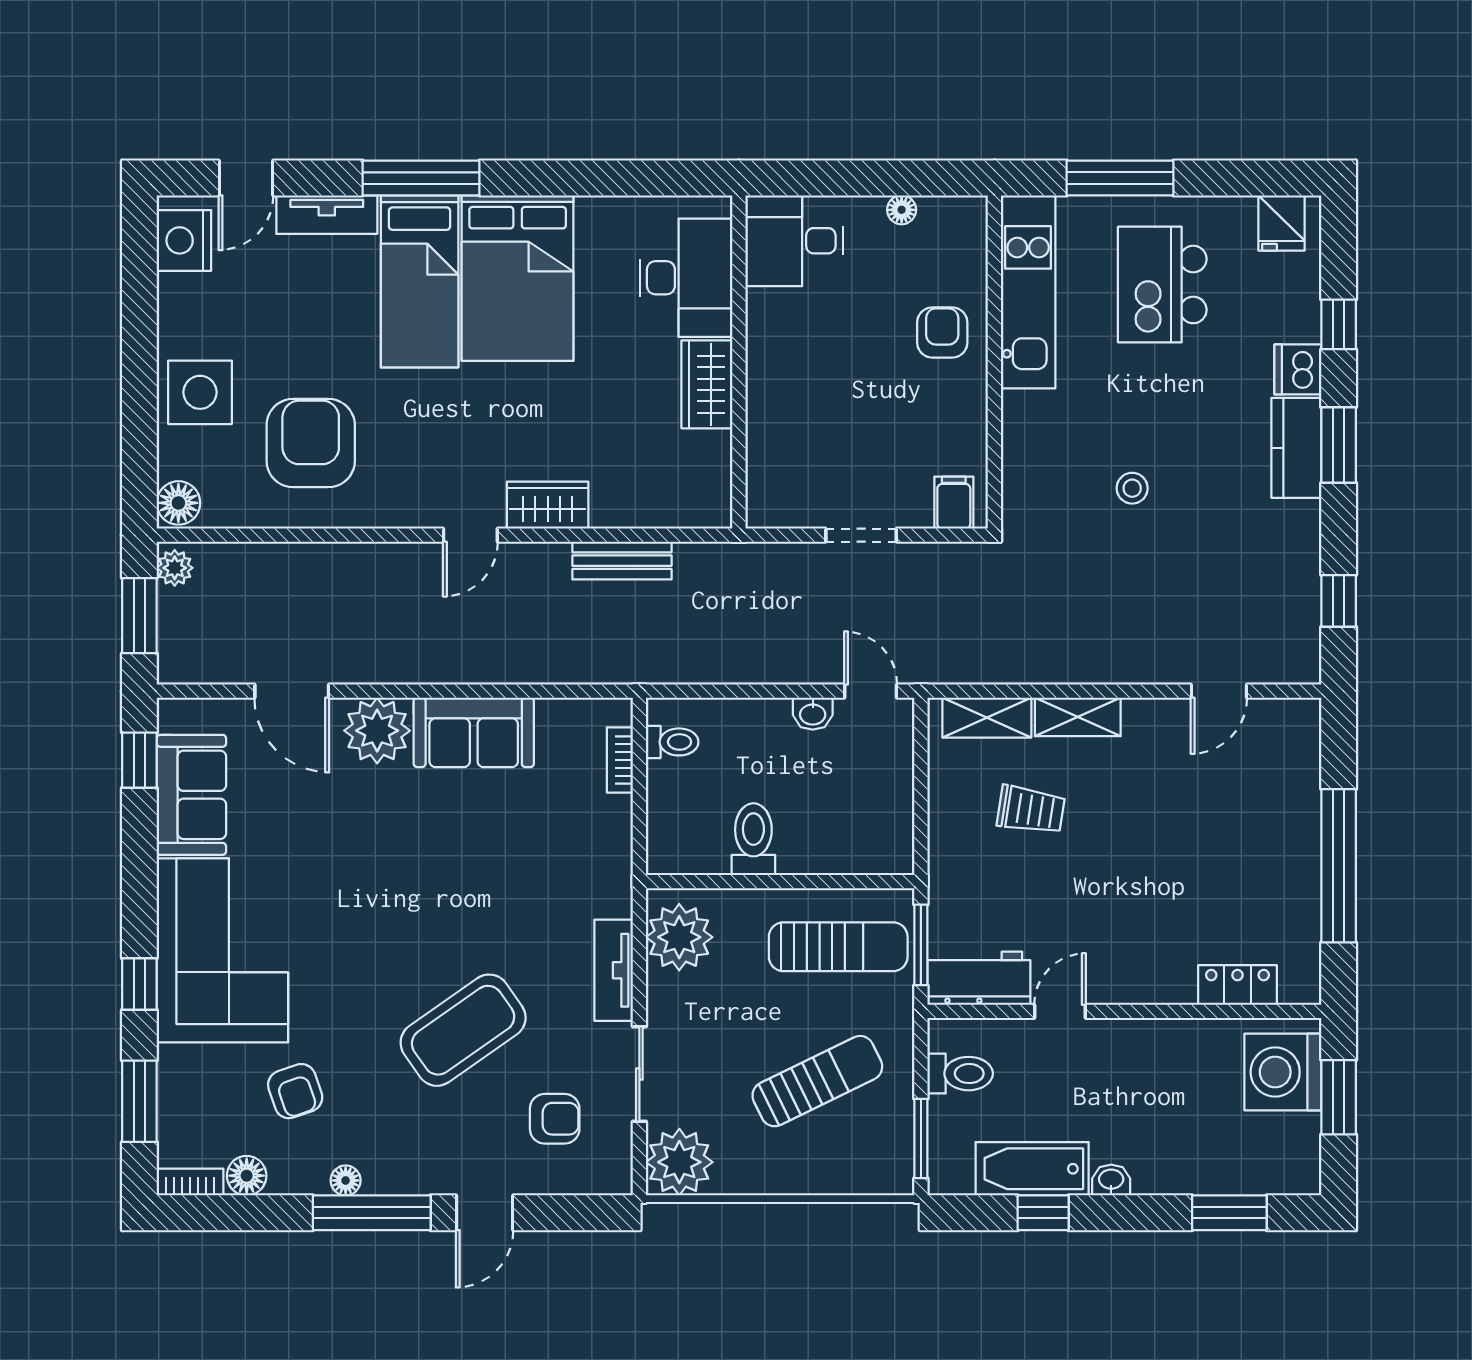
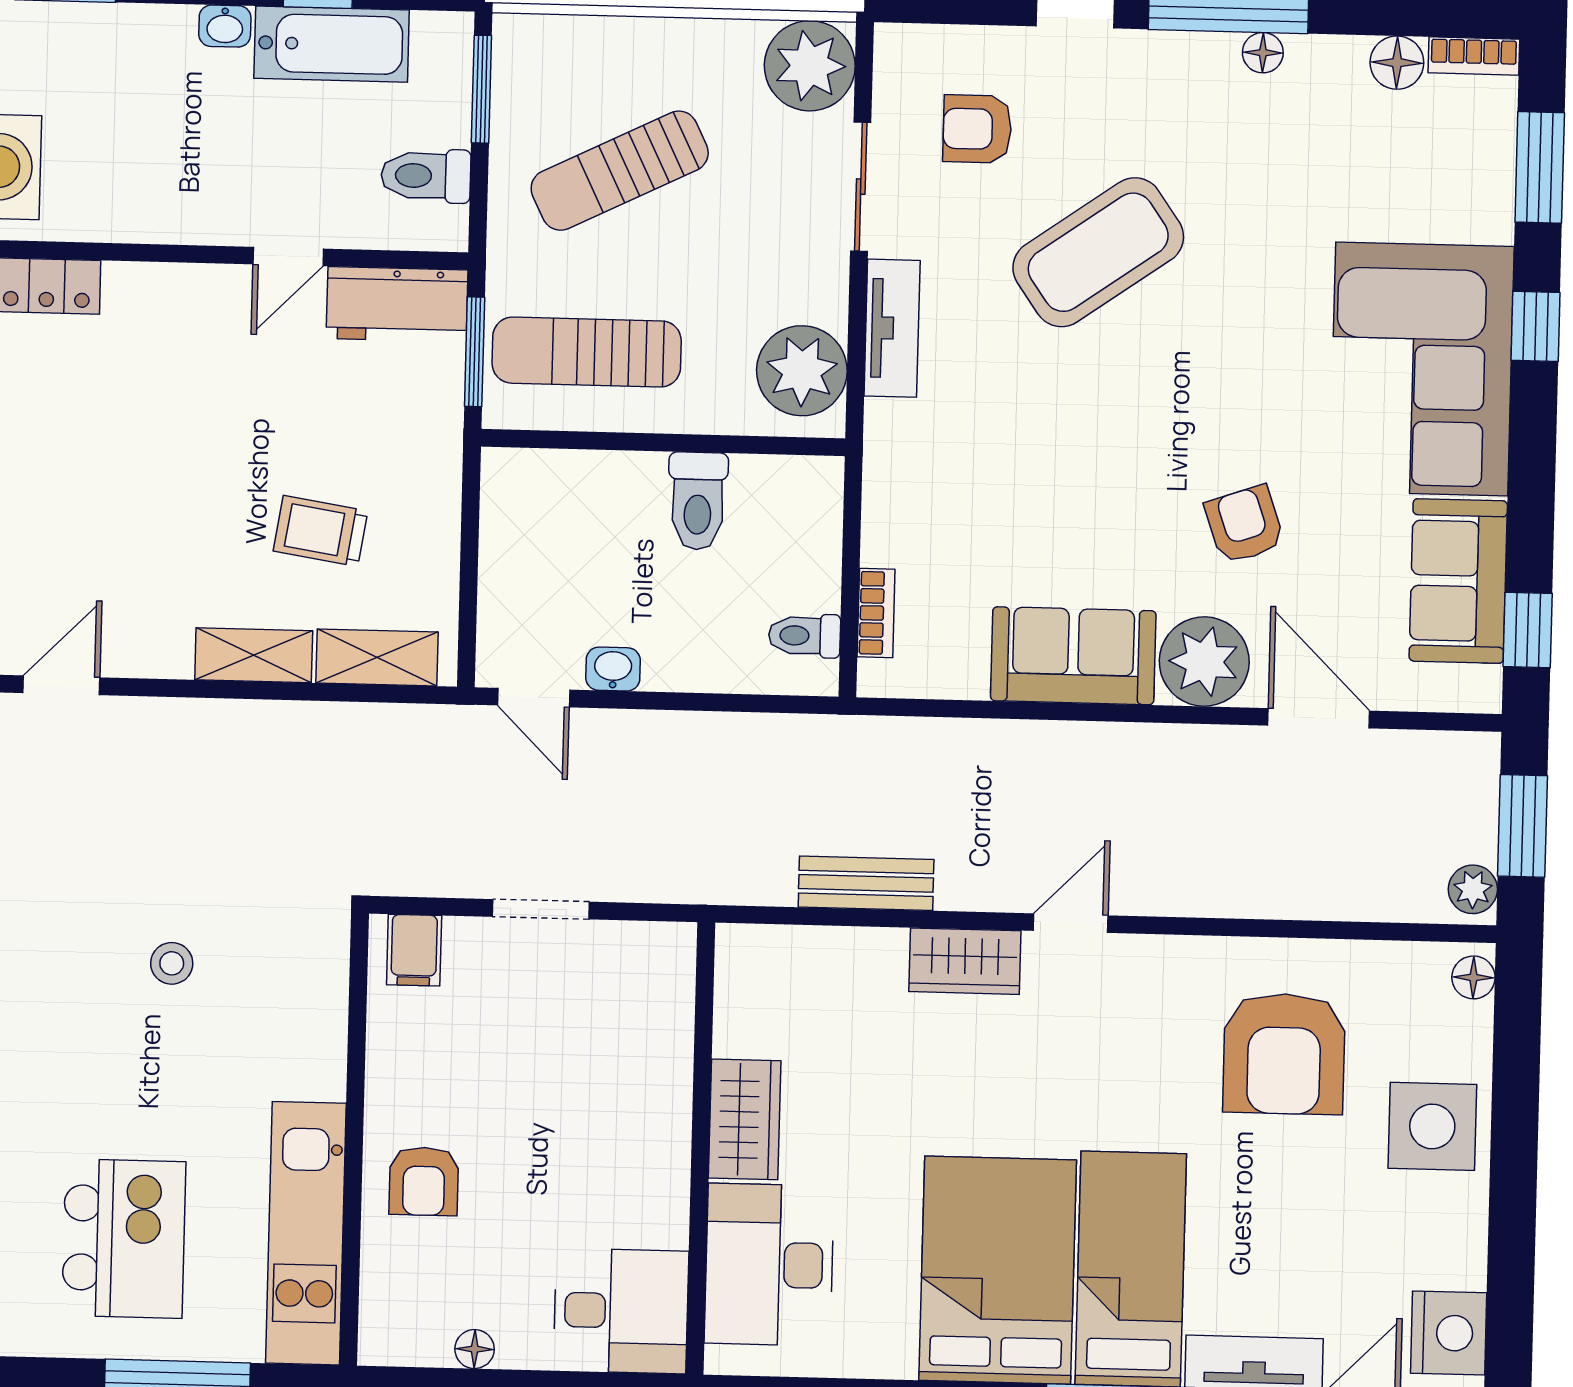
floor lamp: (178, 503) -> (1473, 977), width x0.73, depth x0.73
armchair: (295, 1091) -> (1245, 525), moved

